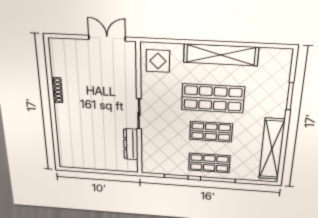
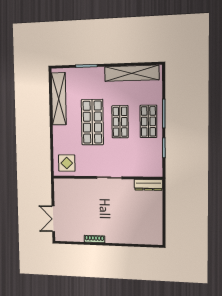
double door: (107, 38) -> (53, 219), moved
shelving: (221, 55) -> (59, 99), moved
dresser: (131, 144) -> (148, 185), moved

